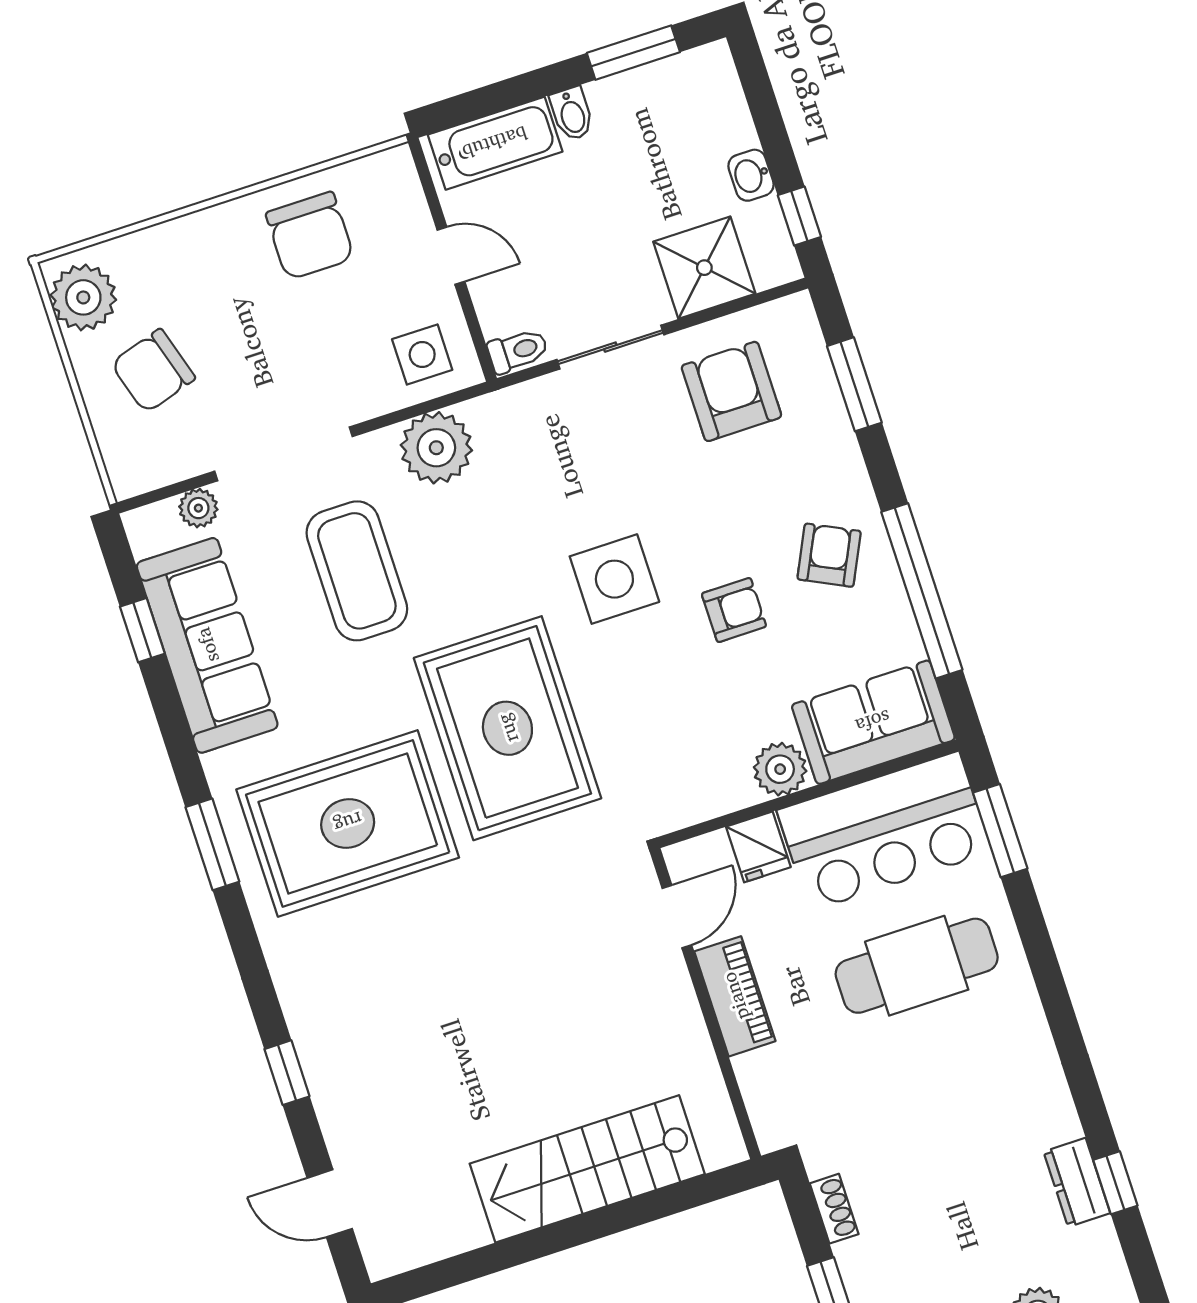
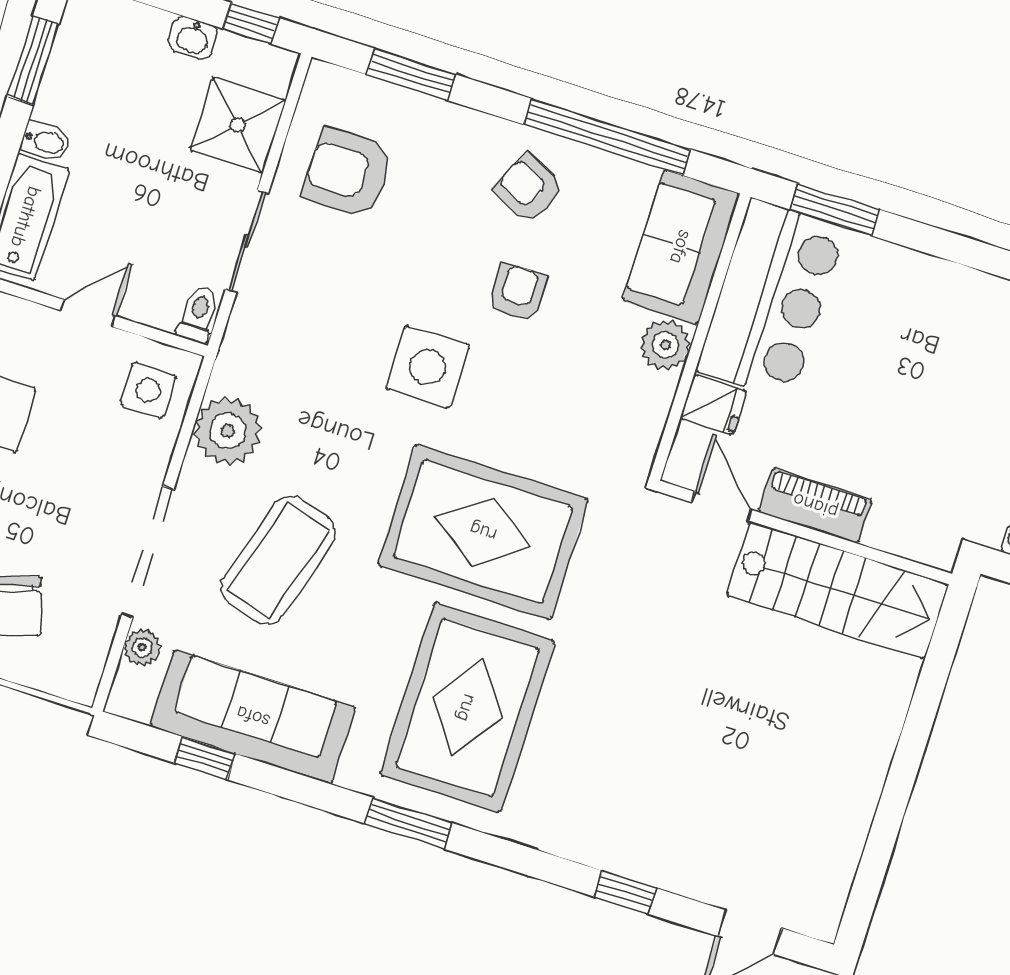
coffee table: (357, 571) -> (278, 560), turned -73
cafe table: (917, 966) -> (892, 349), removed
stairs: (587, 1169) -> (837, 590), moved, turned -90

